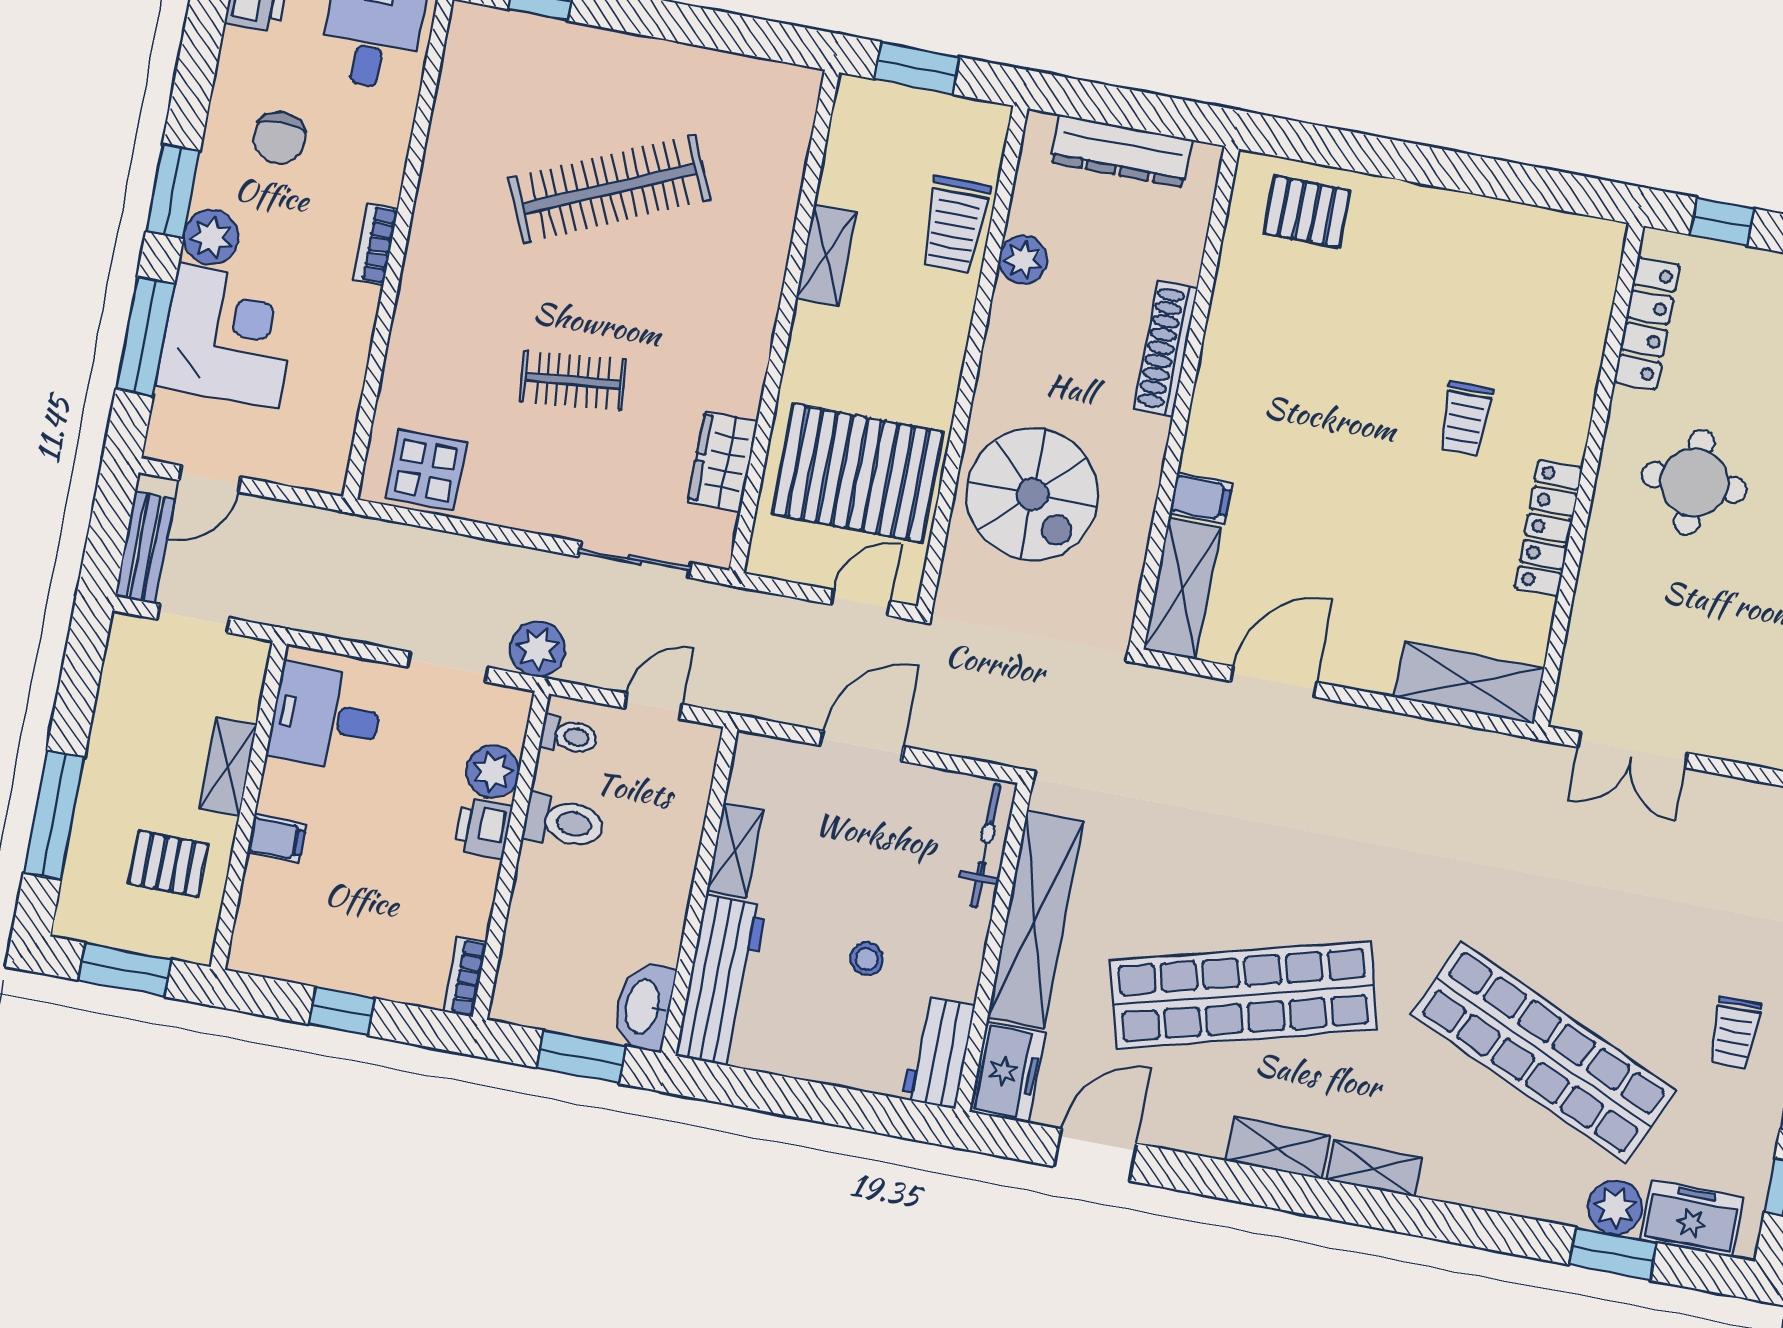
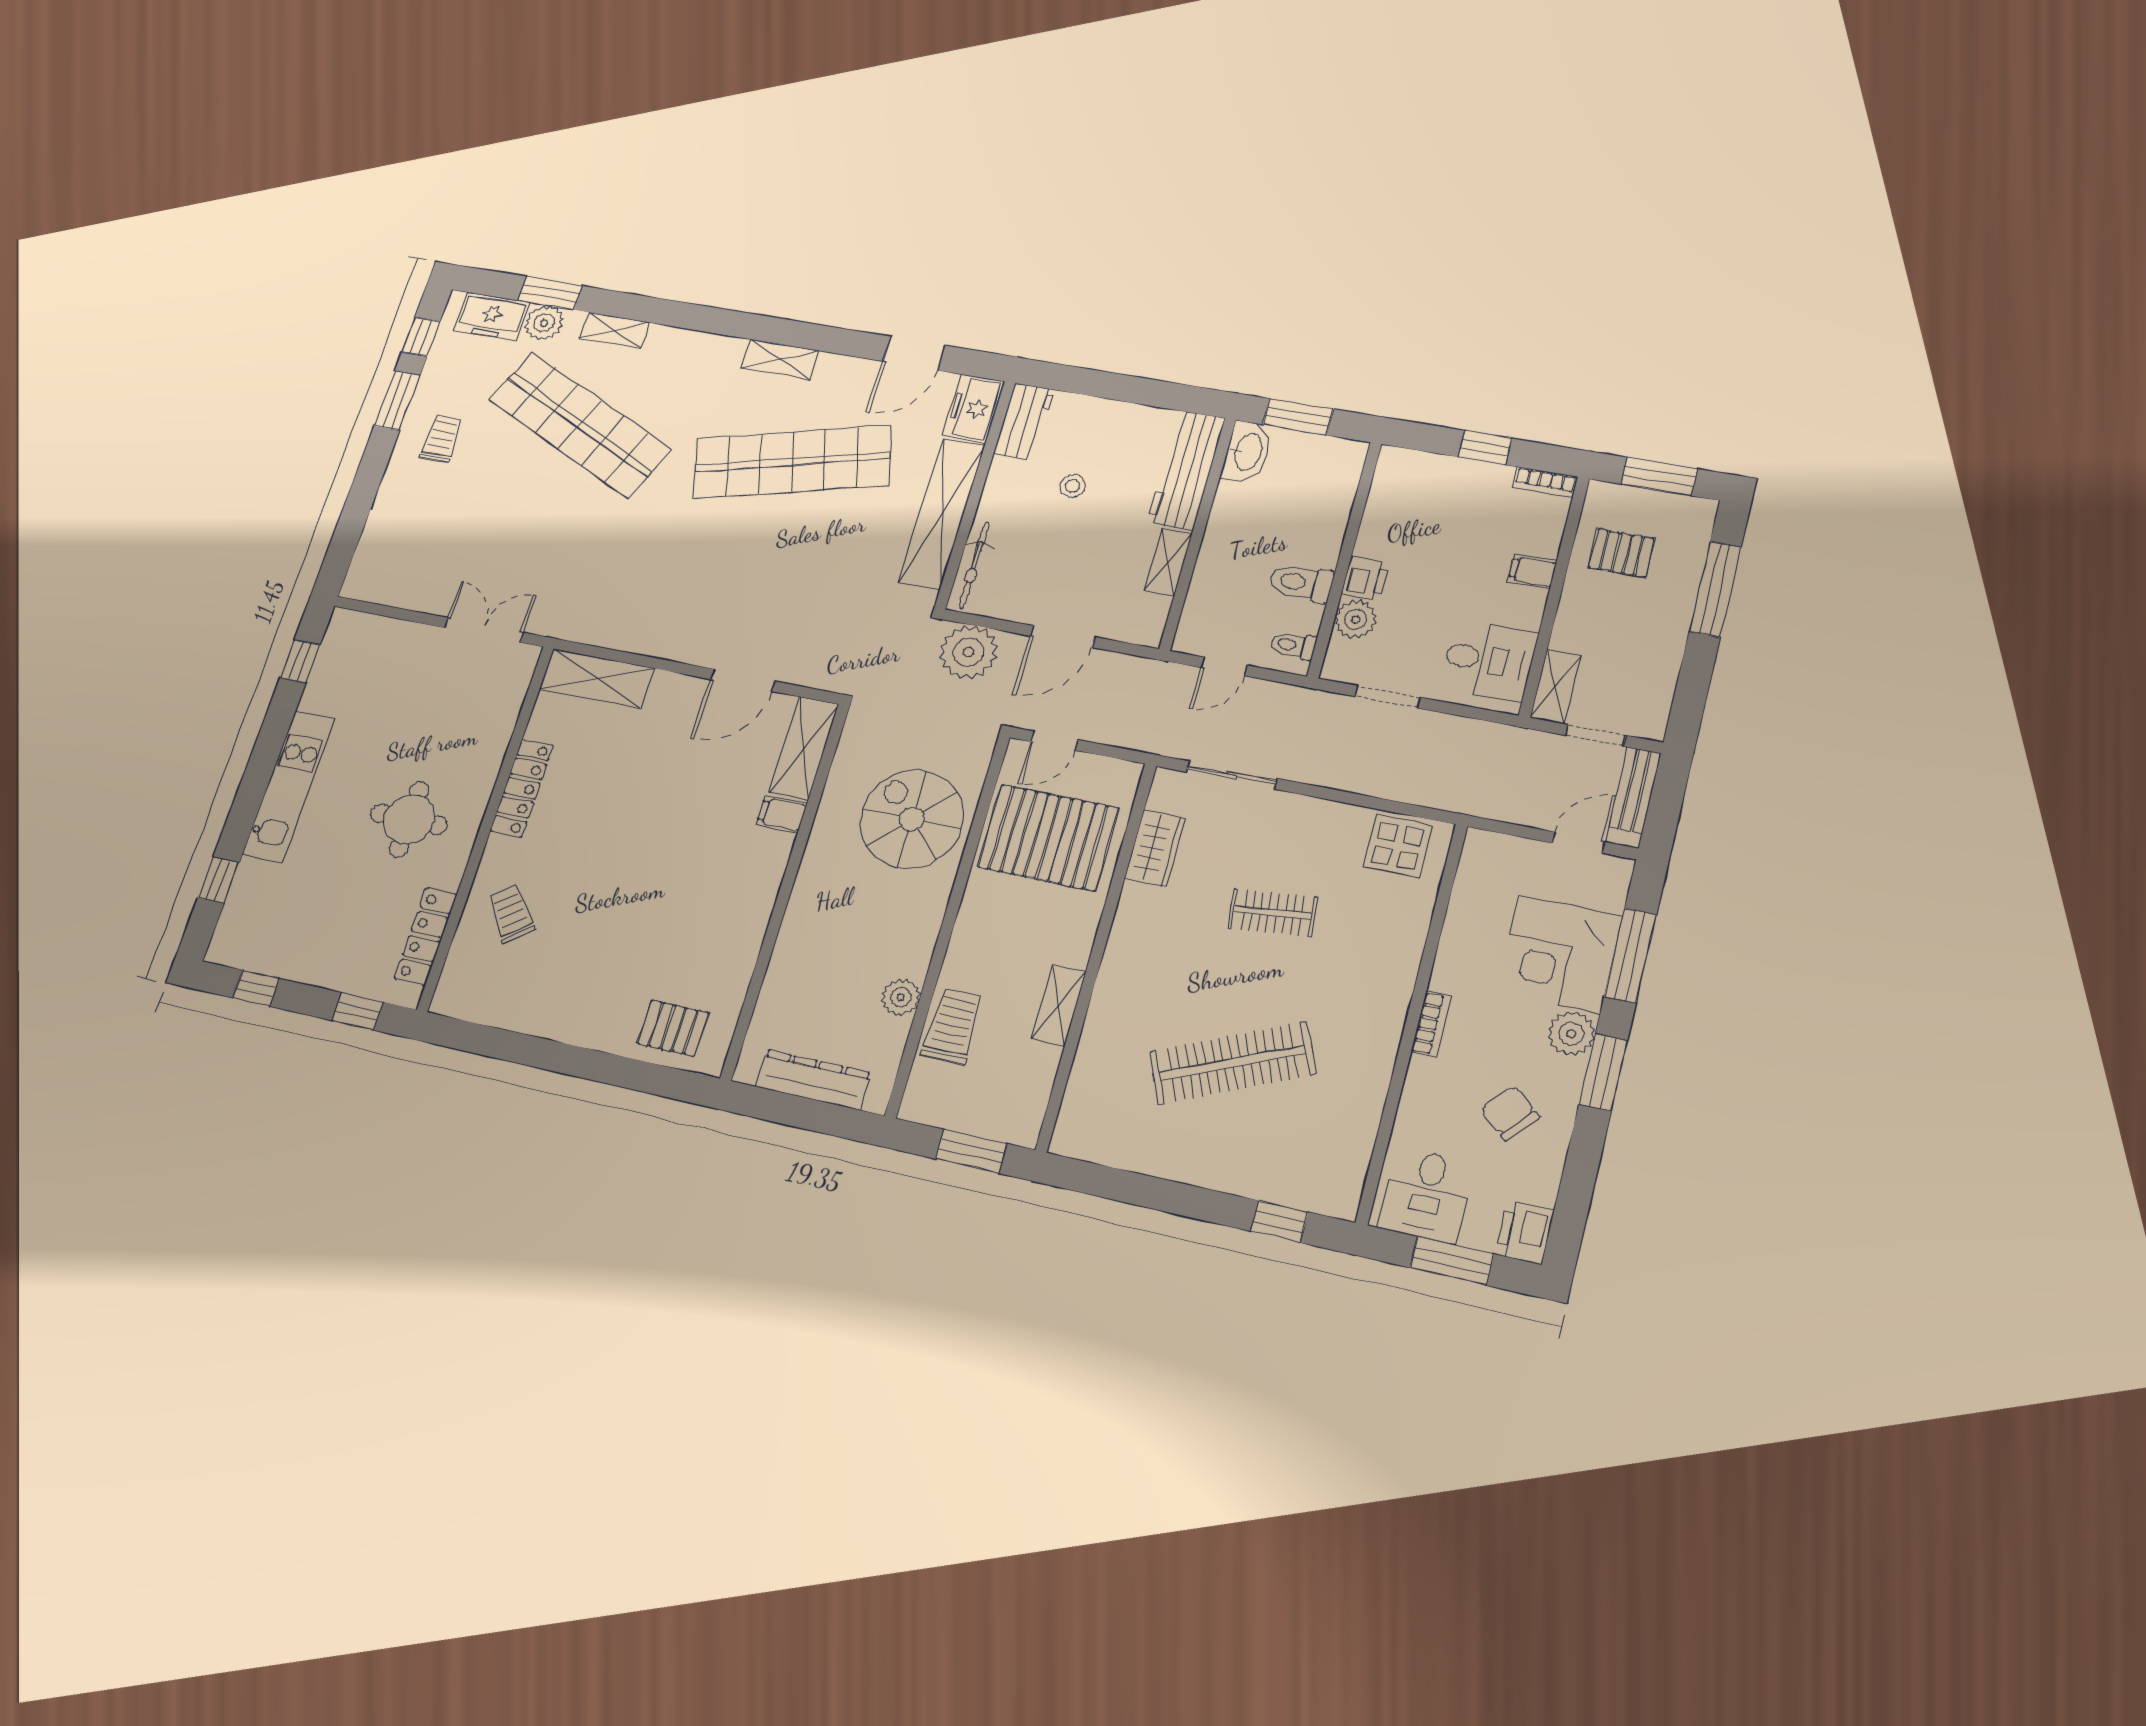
chair: (279, 138) -> (1510, 1113), turned -49
shoe rack: (1166, 349) -> (796, 926), removed
trolley: (1465, 419) -> (511, 913), moved, turned -37
plant: (538, 649) -> (968, 652), moved, width x1.36, depth x1.36
shelving: (228, 766) -> (1555, 687), moved
bookcase: (465, 977) -> (1545, 482), moved, turned 90
shelving: (1374, 1168) -> (614, 330), moved

